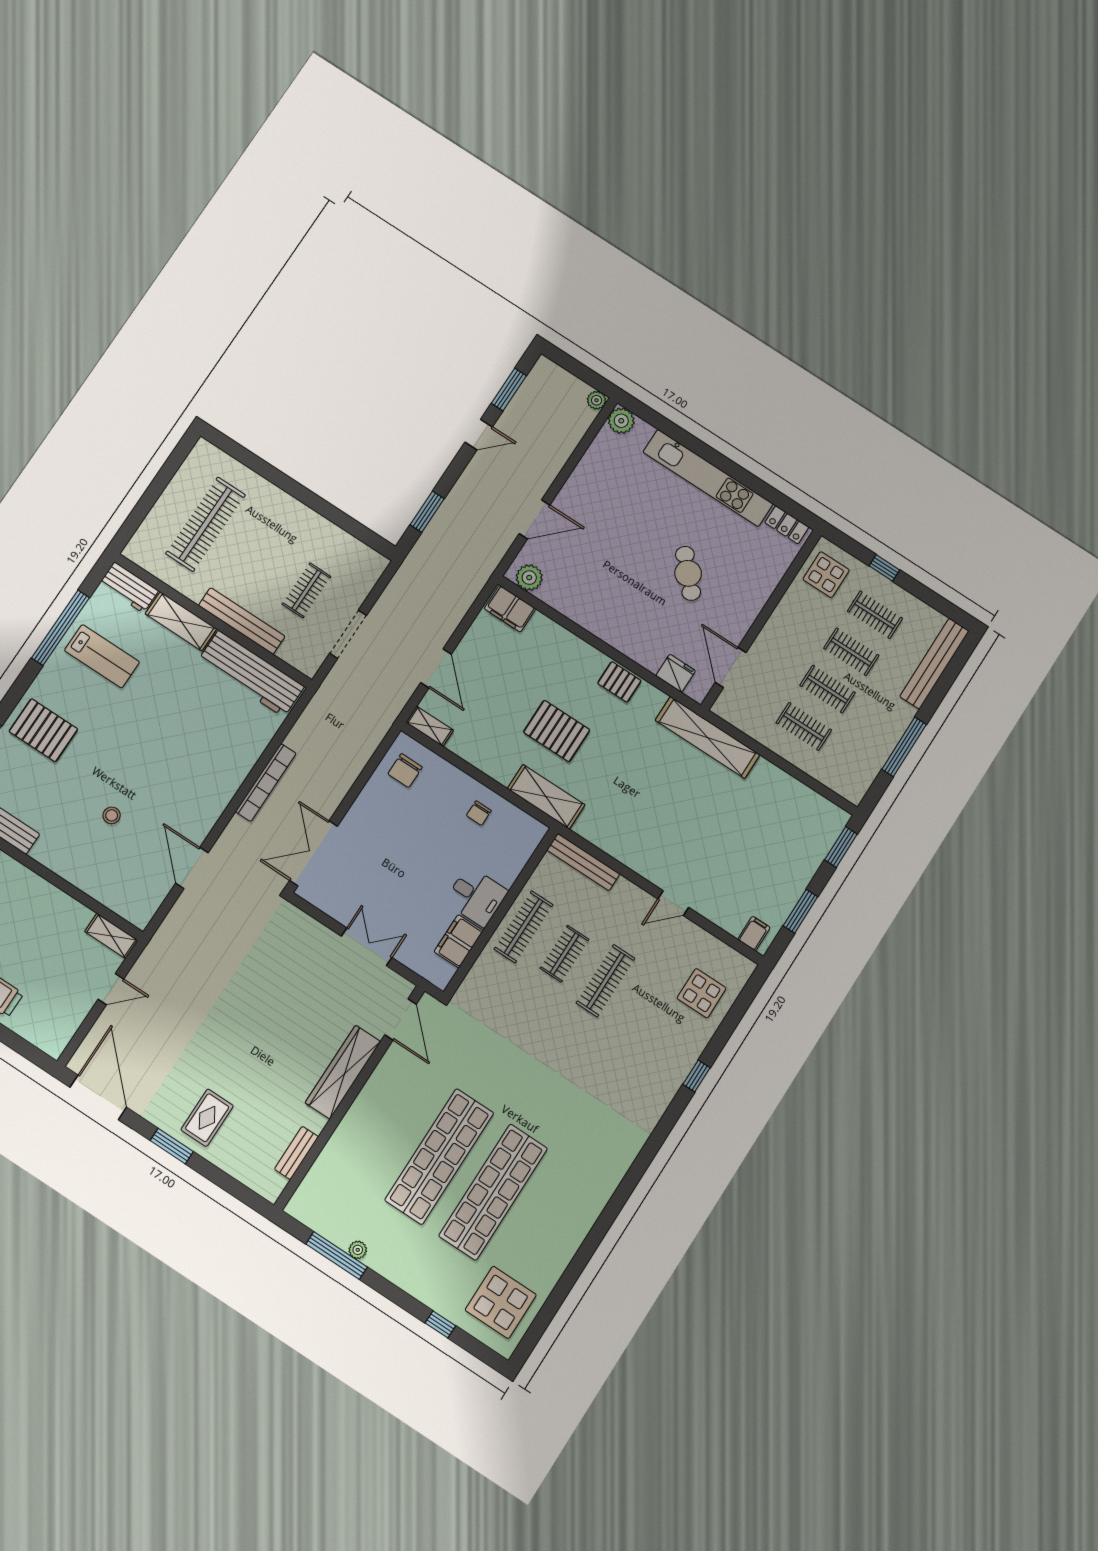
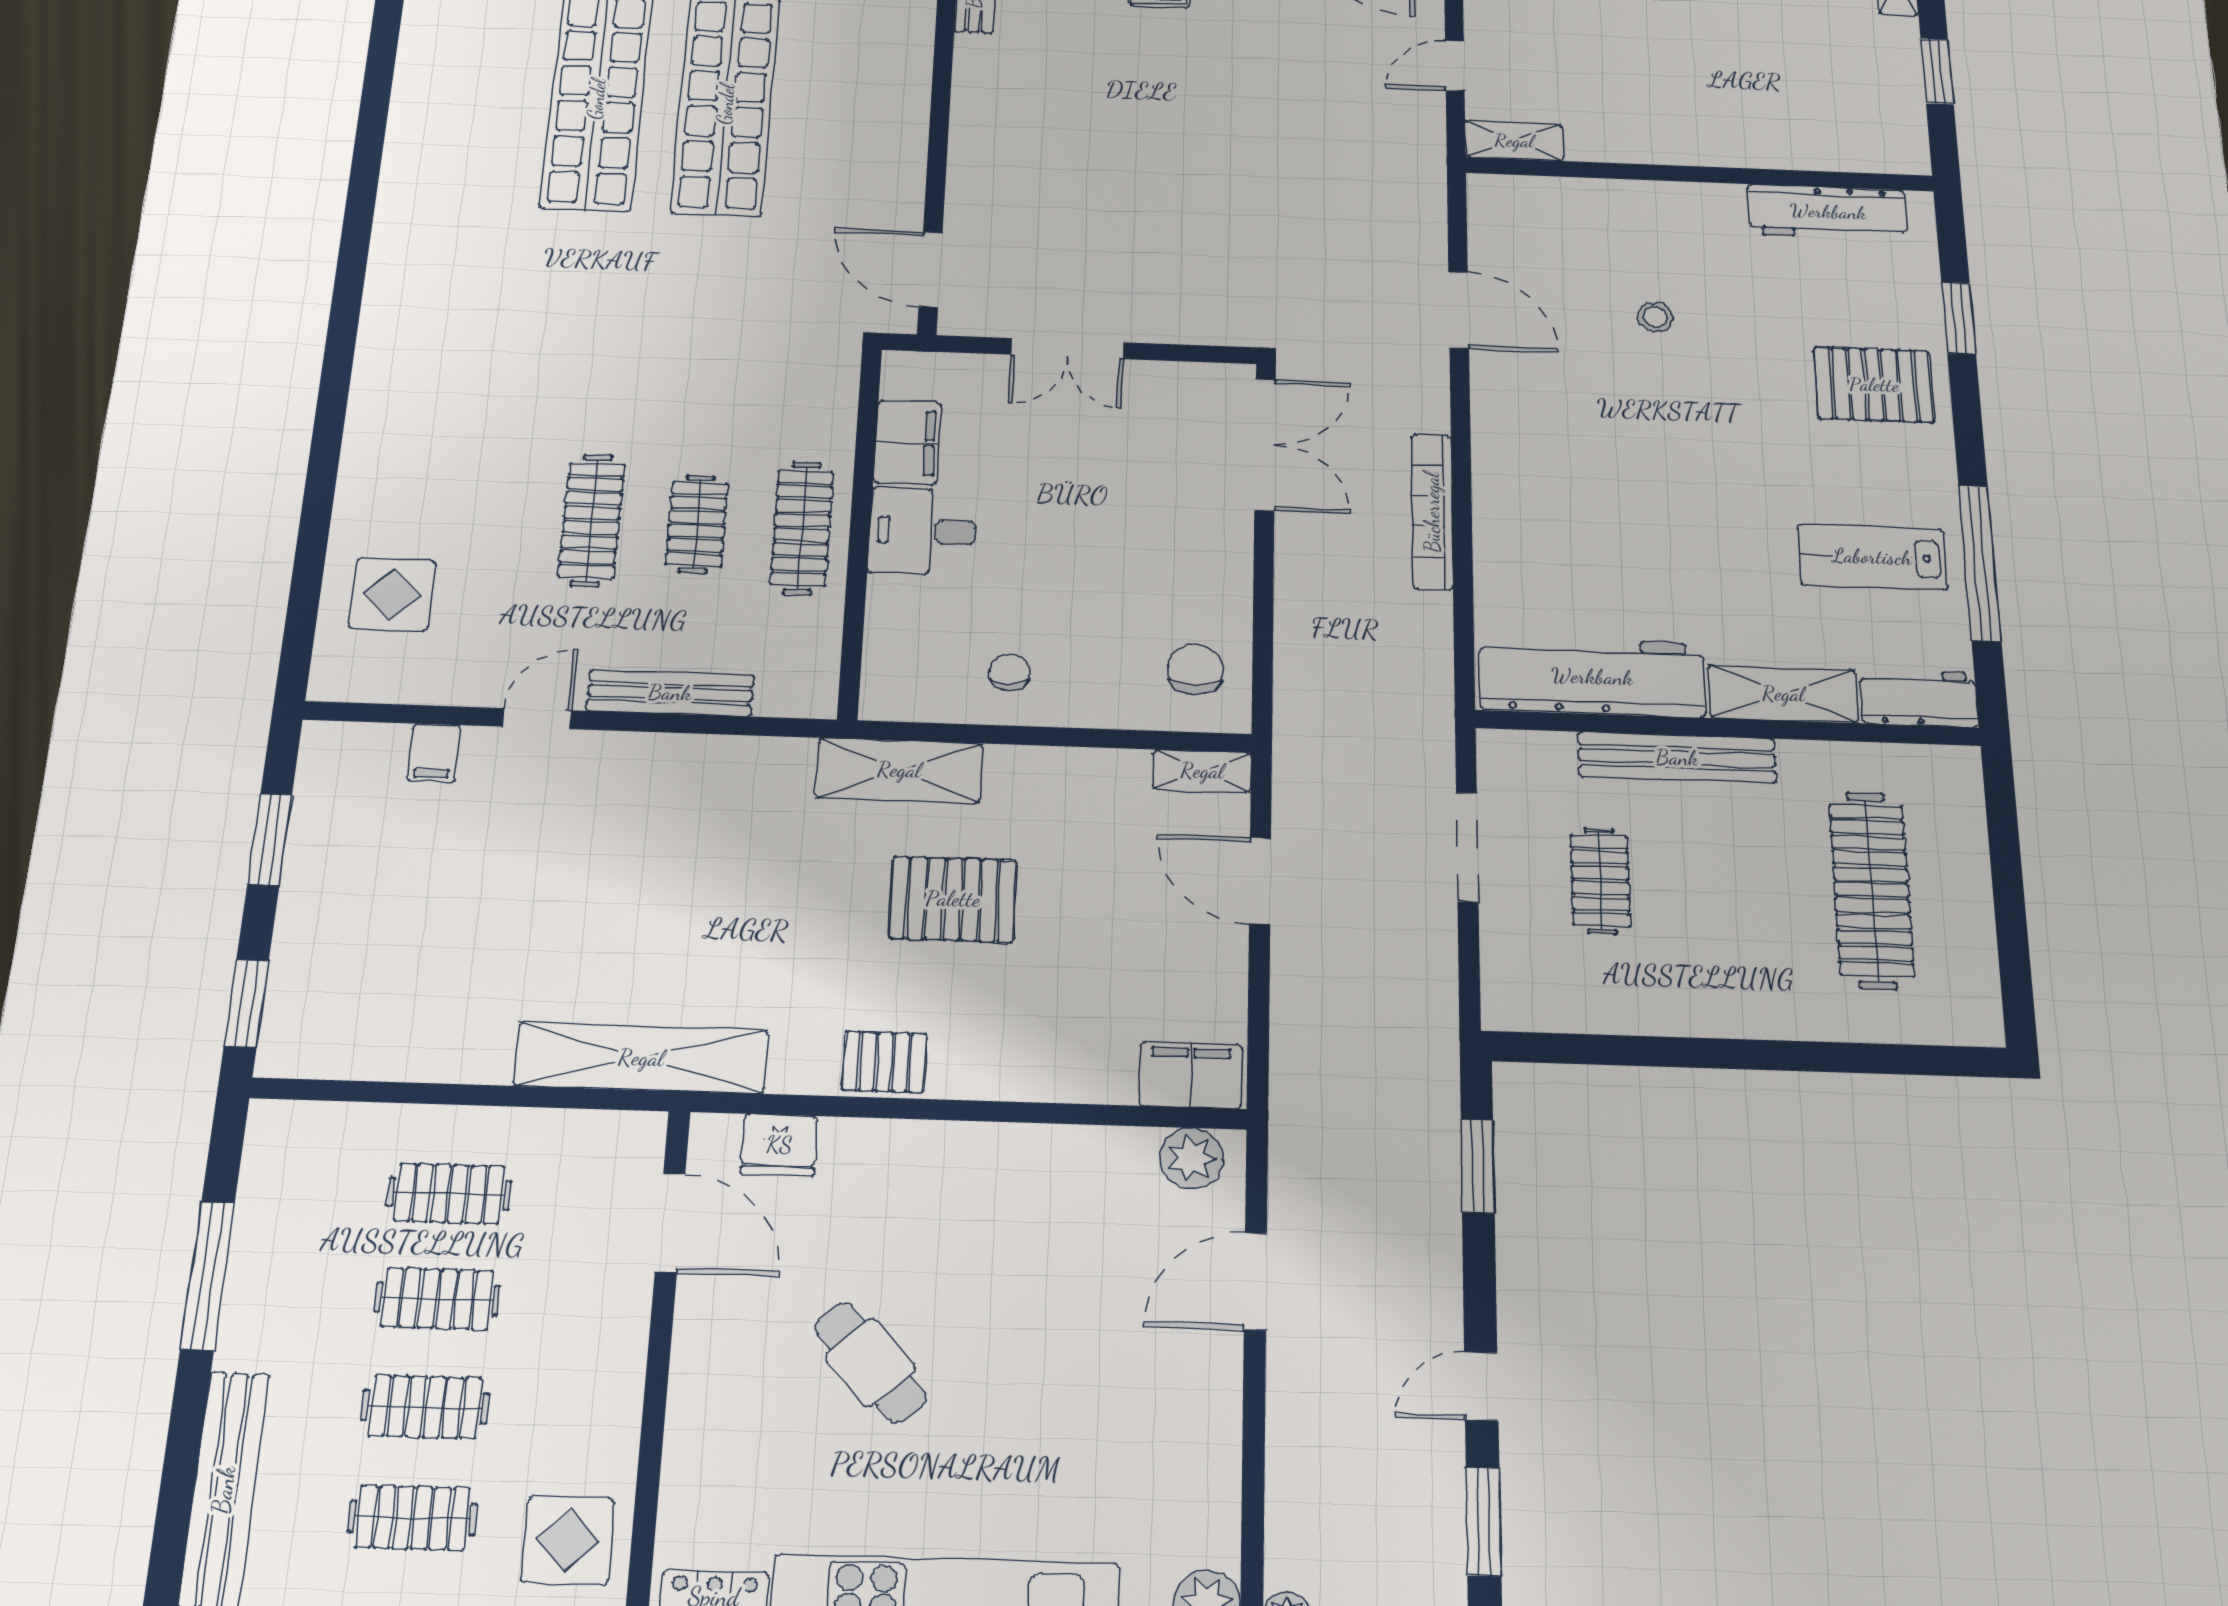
bench: (583, 862) -> (670, 693), moved
filing cabinet: (754, 933) -> (434, 753), moved
wardrobe: (343, 1072) -> (978, 143), removed
window: (697, 1076) -> (325, 455), removed

